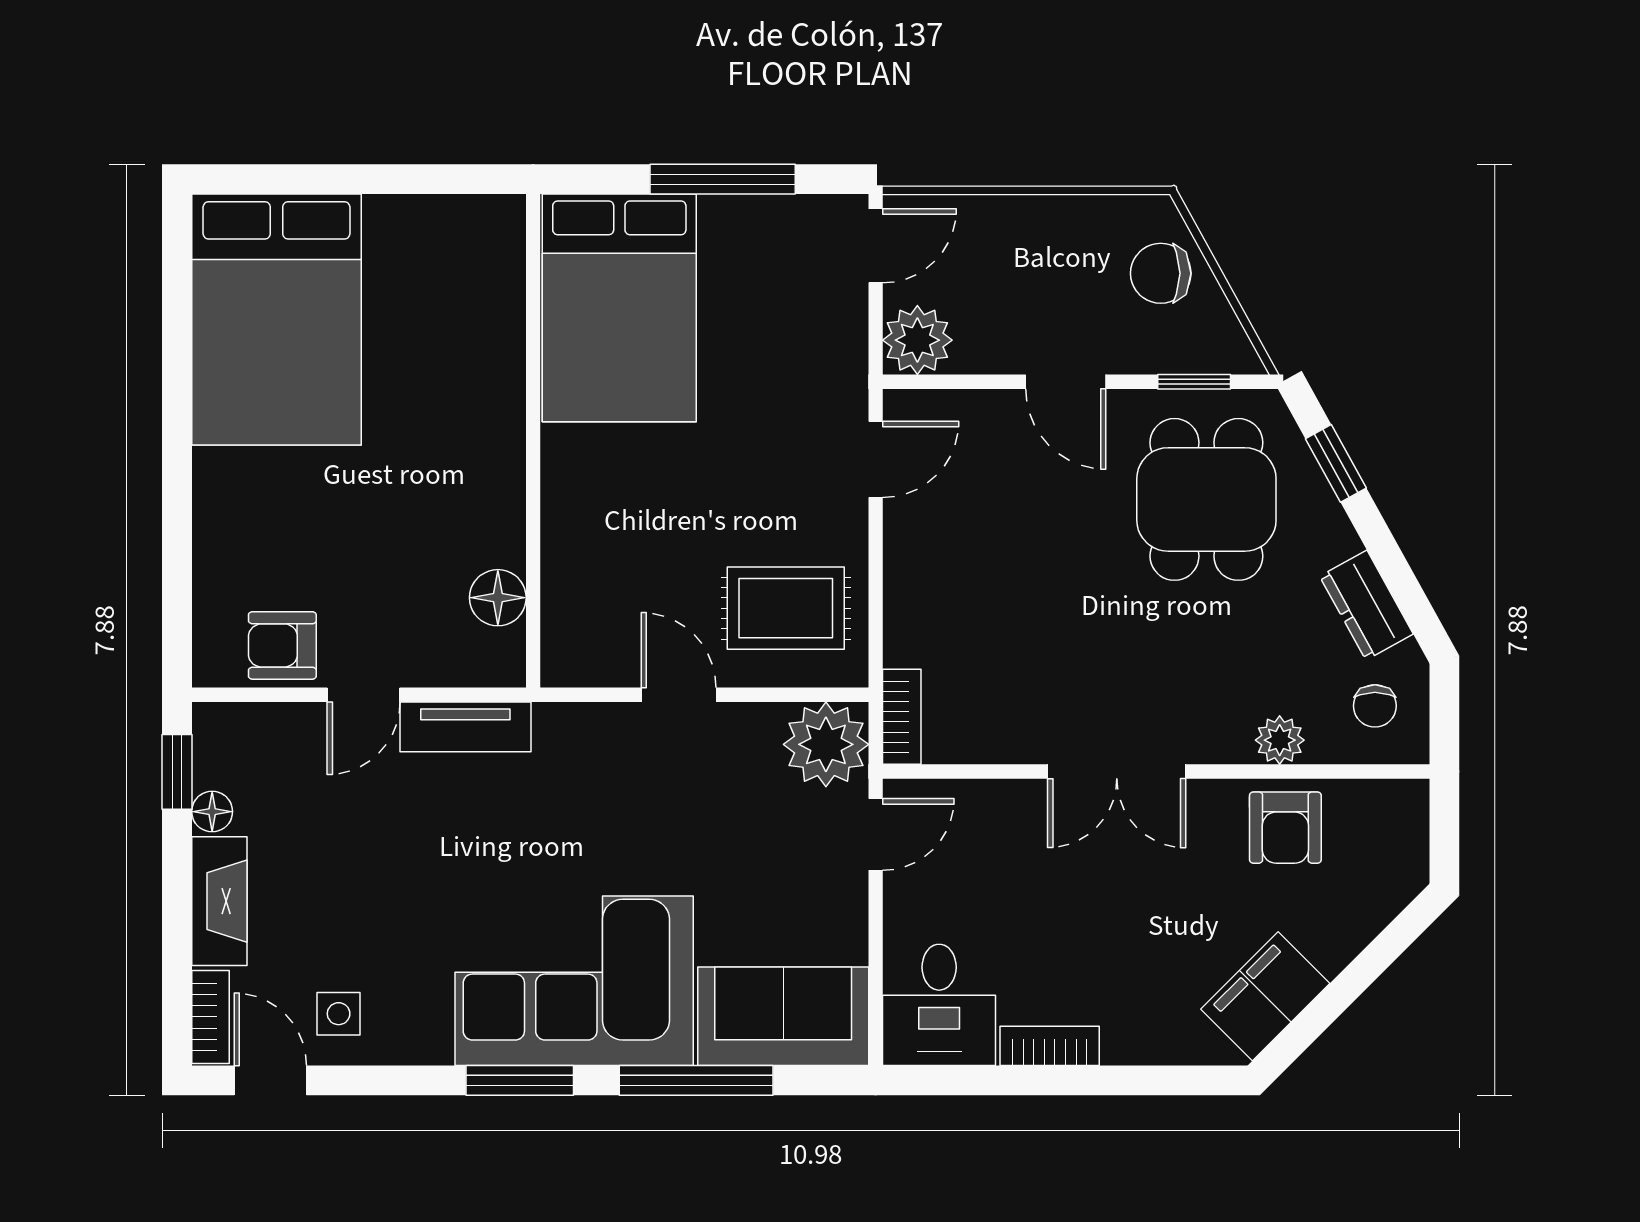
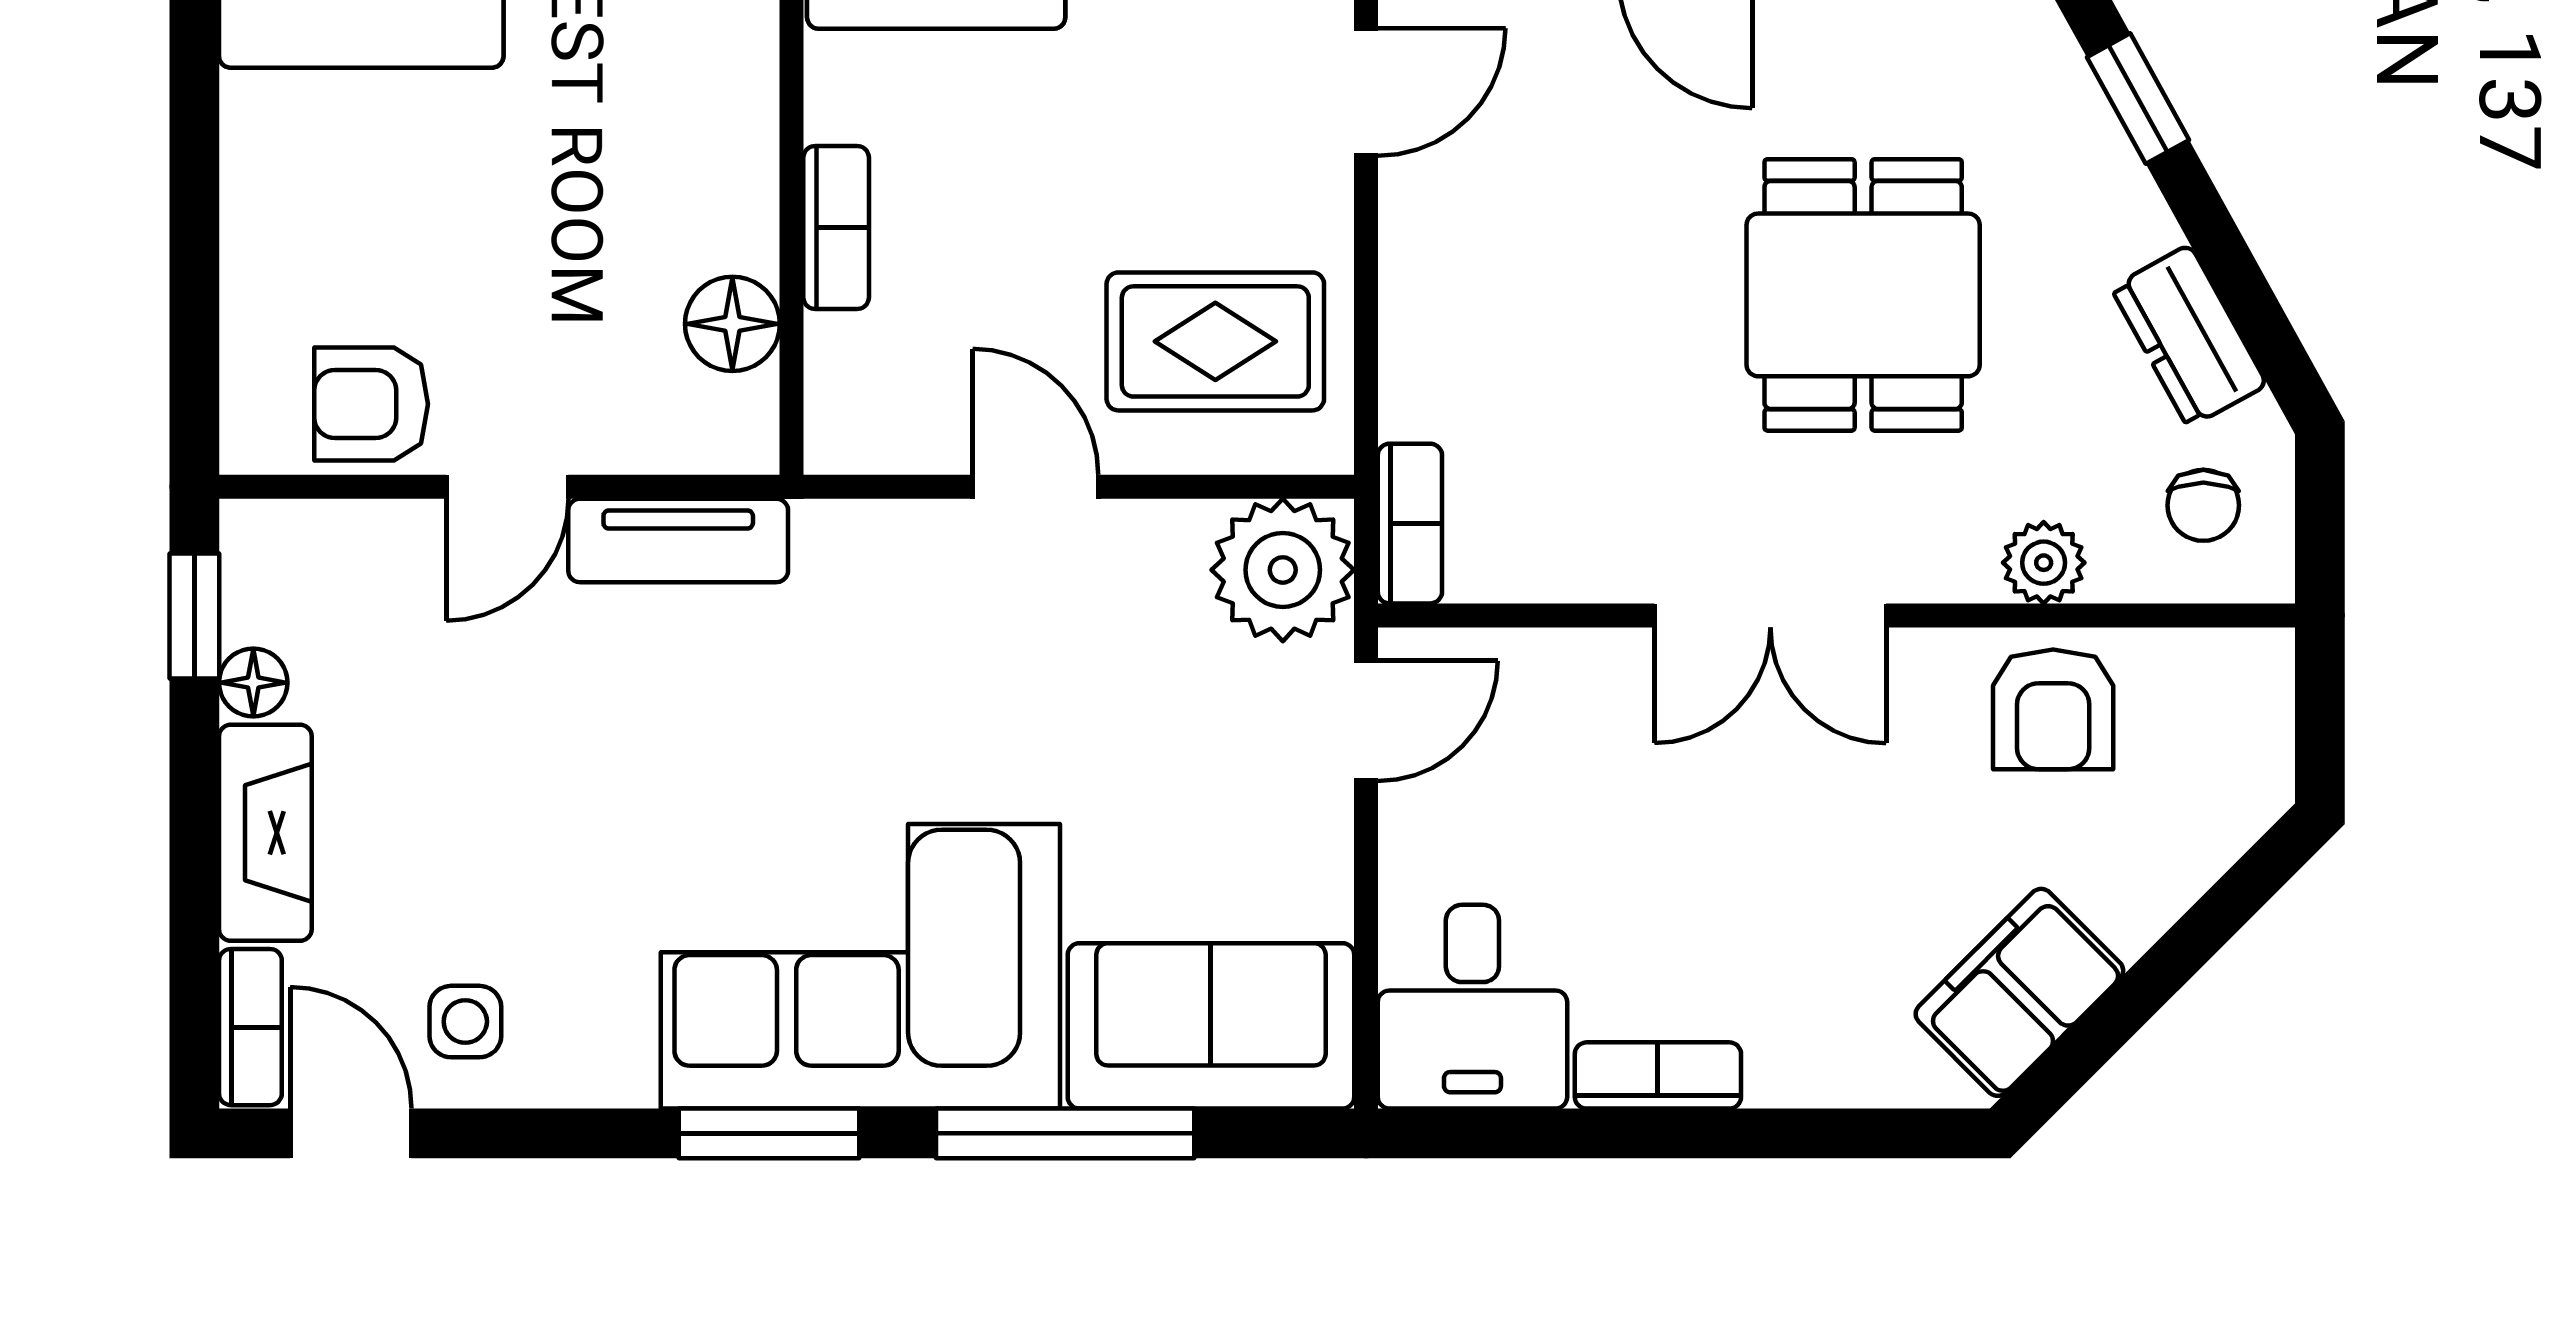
dining table: (1206, 499) -> (1863, 295), moved
bookcase: (560, 540) -> (836, 228), added

